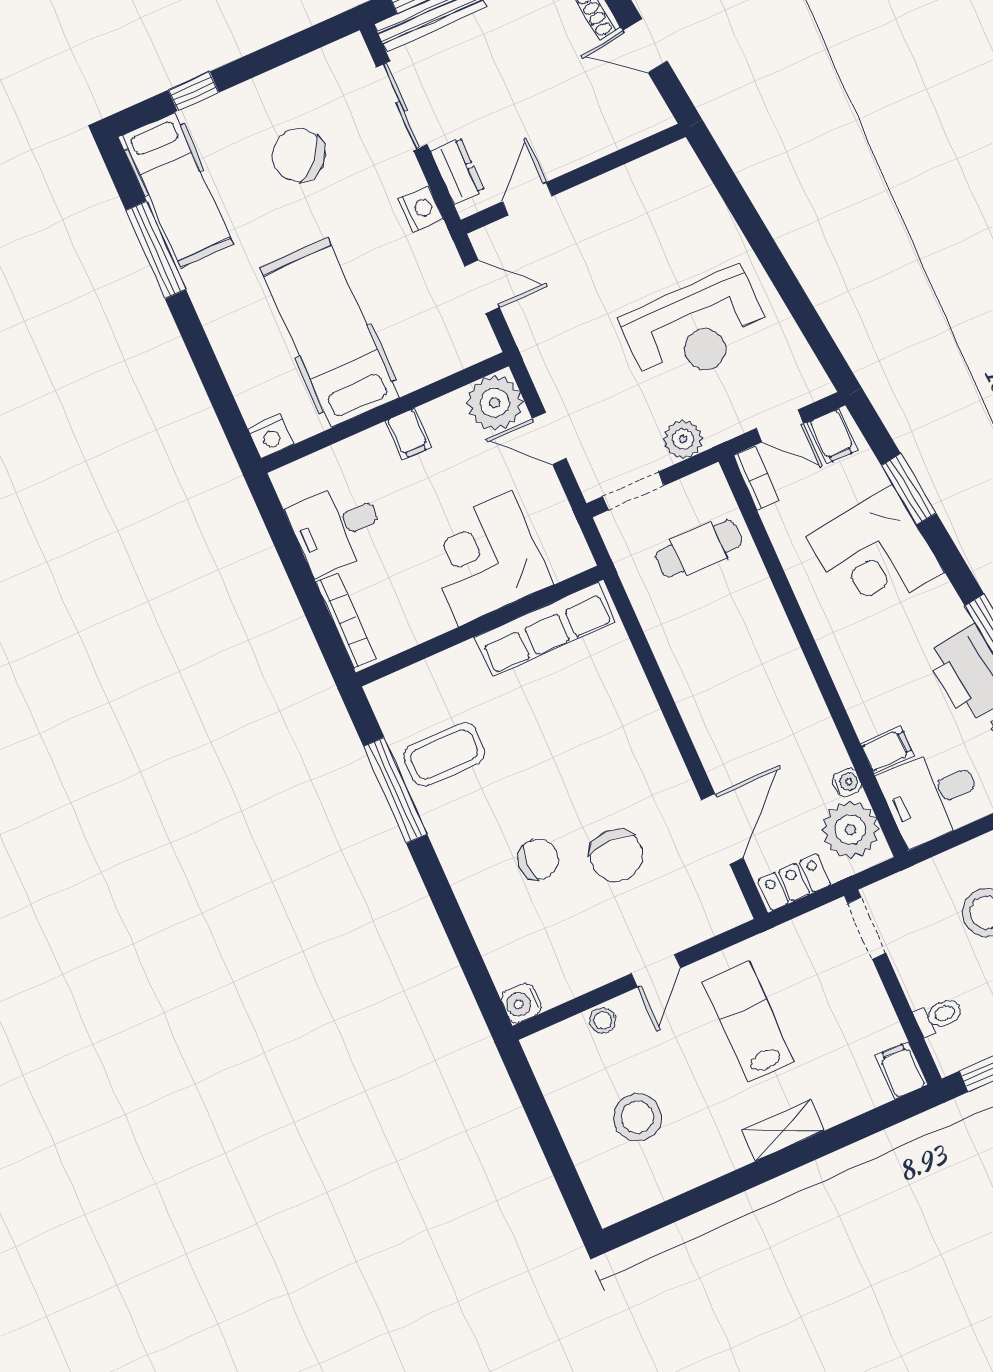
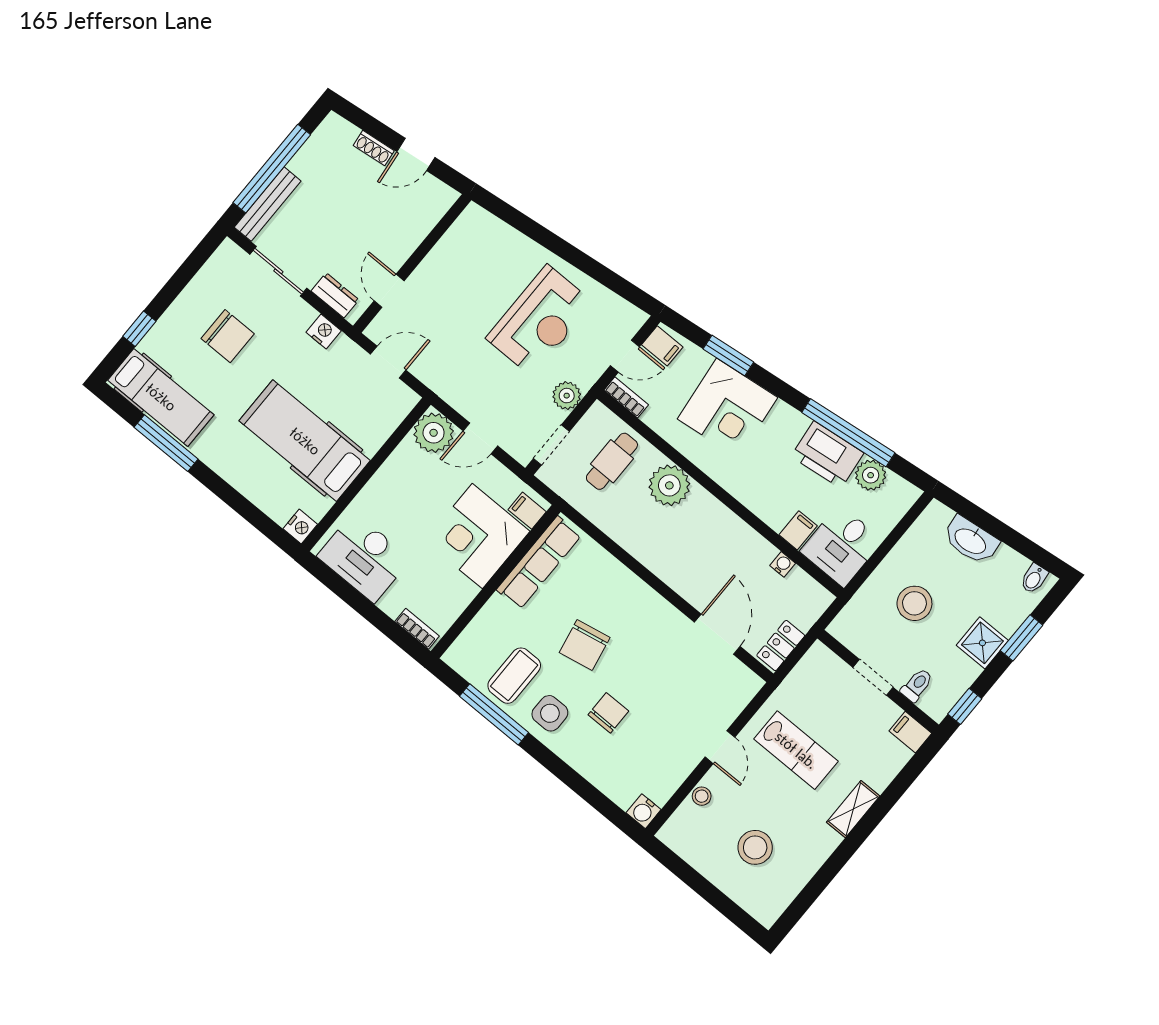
chair: (298, 155) -> (228, 336), turned -132
filing cabinet: (408, 434) -> (527, 511), moved, turned 180
desk: (337, 528) -> (364, 558), width x1.37
bookcase: (346, 620) -> (417, 629), width x0.64
side table: (465, 823) -> (550, 713), added
plant: (850, 829) -> (669, 485), moved
chair: (616, 855) -> (585, 645), moved, turned 79
doorway: (867, 928) -> (873, 677), moved
lab bench: (748, 1022) -> (796, 750), turned 180

